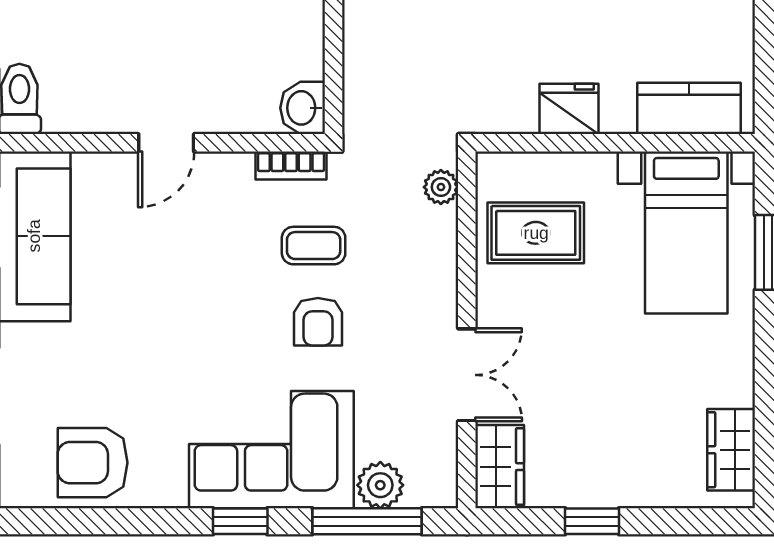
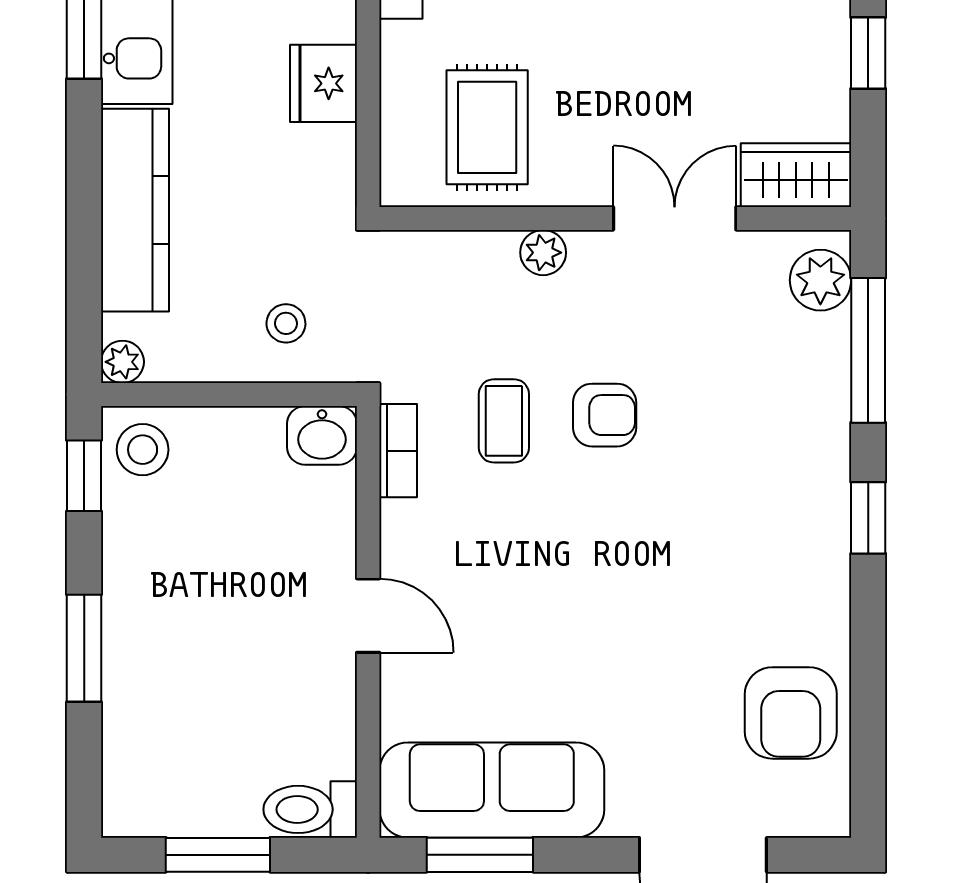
stool: (387, 81) -> (286, 323), added
plant: (441, 187) -> (543, 253), moved
corner sofa: (271, 450) -> (774, 477), removed
plant: (380, 485) -> (820, 280), moved

